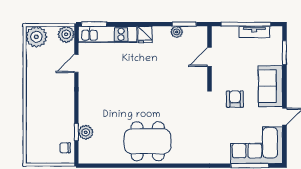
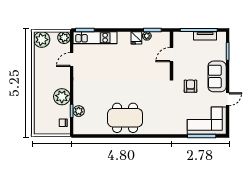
fridge: (145, 35) -> (136, 38), moved
plant: (63, 113) -> (62, 97), added

